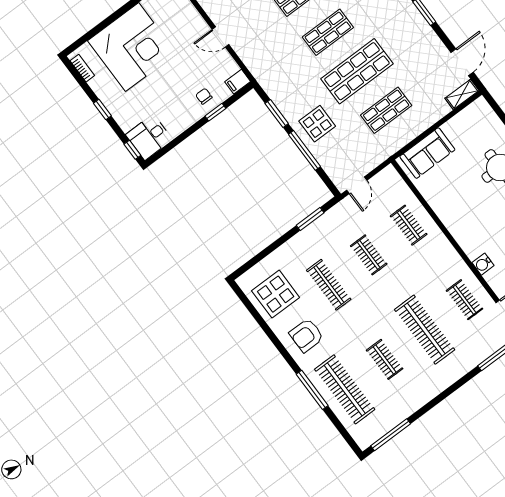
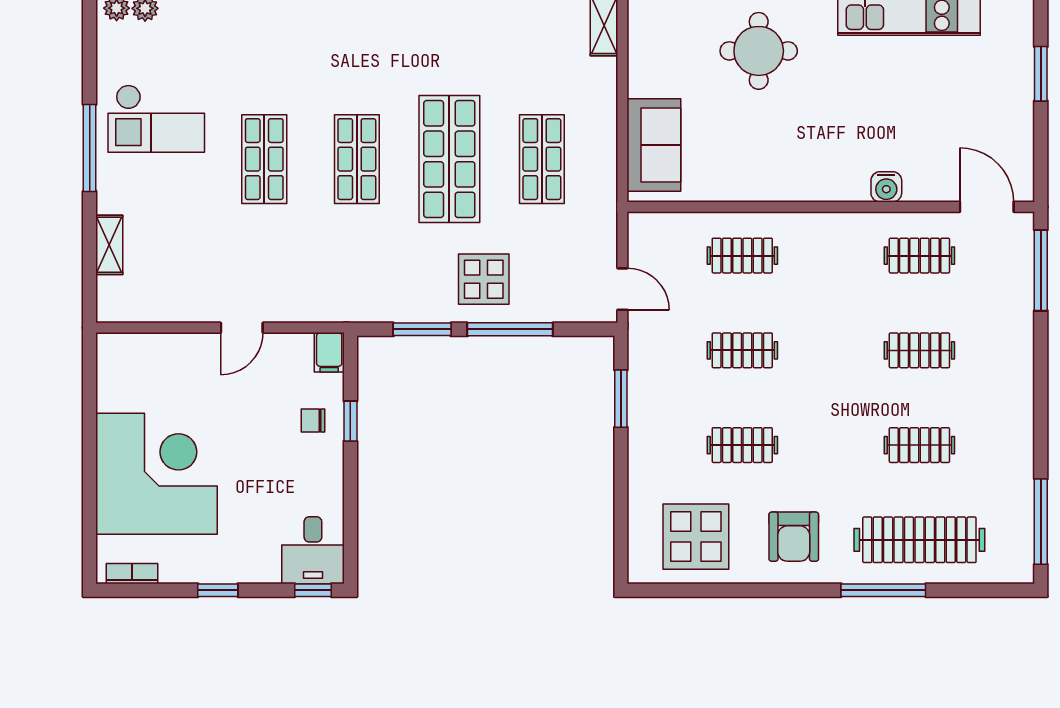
clothes rail: (329, 285) -> (742, 445), width x0.73
clothes rail: (425, 330) -> (919, 350), width x0.54, depth x0.76

